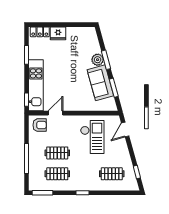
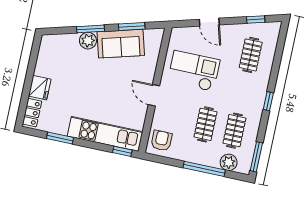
door: (55, 113) -> (154, 95), moved
door: (125, 130) -> (209, 22), moved
plant: (35, 174) -> (229, 162), added

